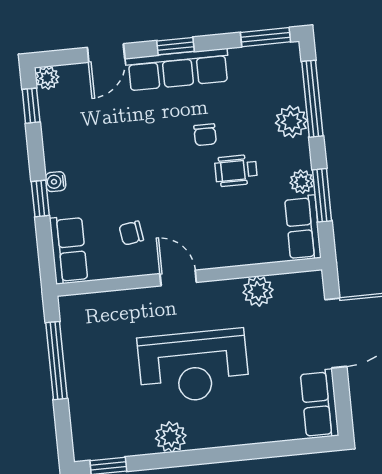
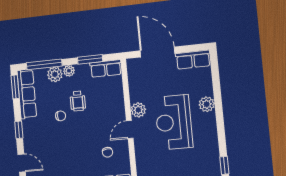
row of seats: (178, 70) -> (27, 94), moved
plant: (302, 182) -> (69, 71), moved
plant: (258, 291) -> (138, 110), moved
reception desk: (193, 366) -> (174, 122), turned 180
plant: (171, 437) -> (207, 104), moved

